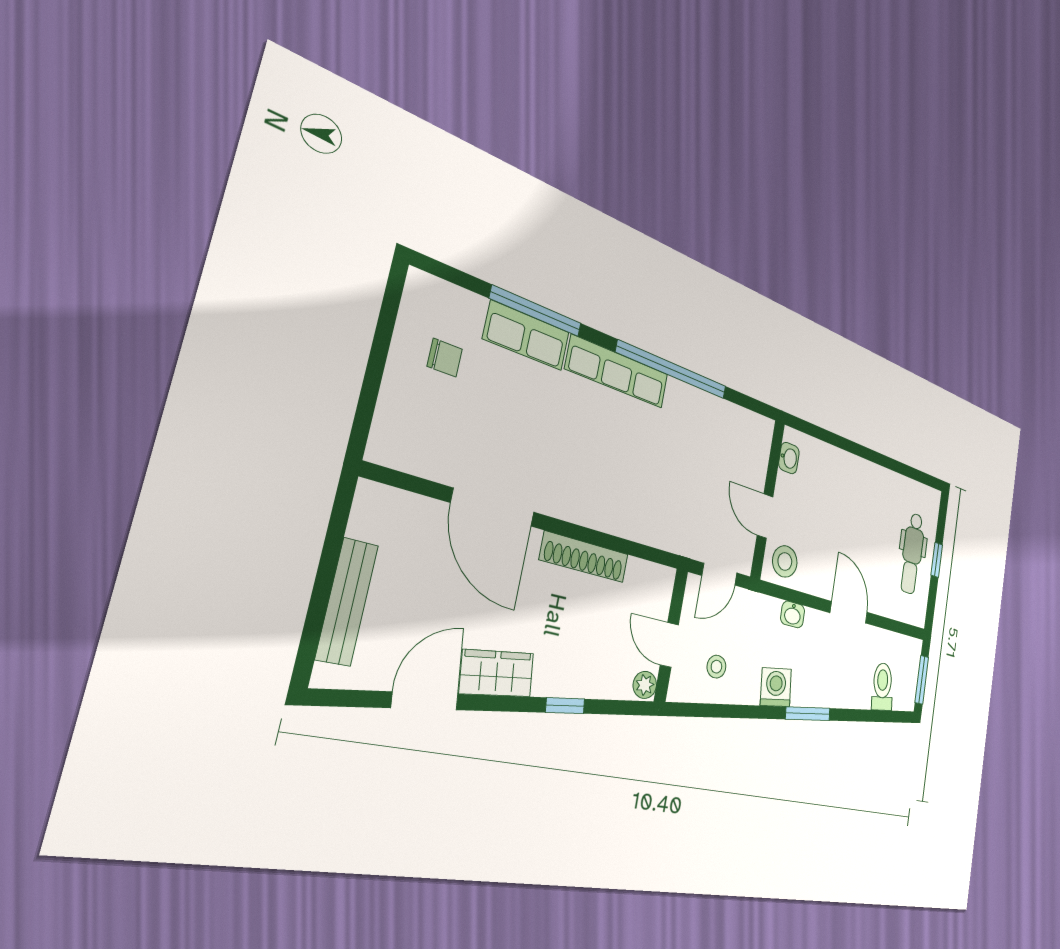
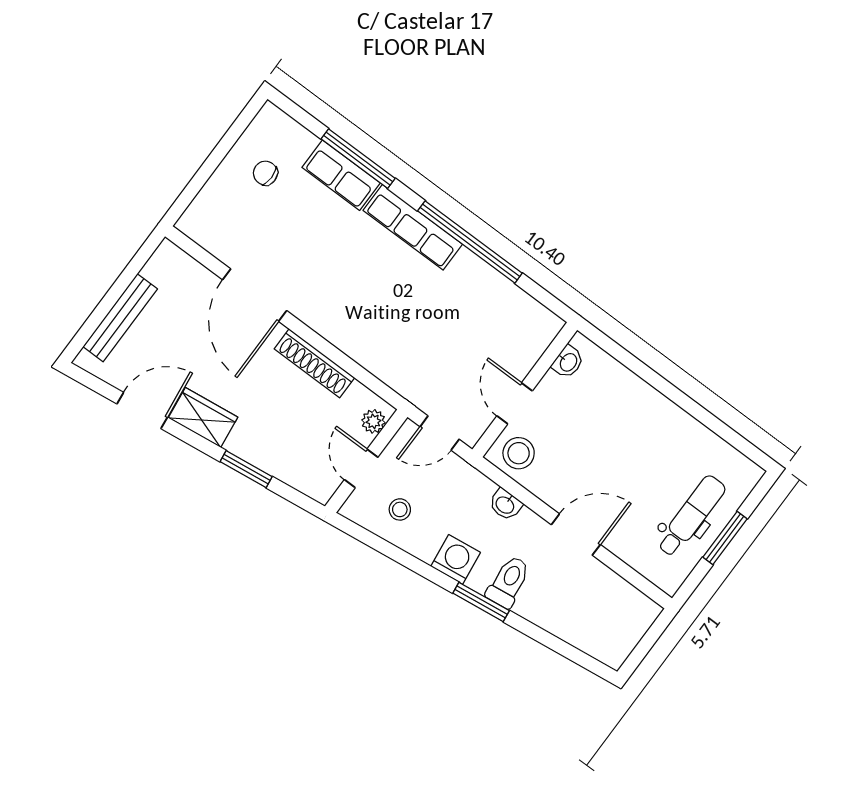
chair: (445, 358) -> (265, 173), turned 180
dental chair: (912, 553) -> (691, 516), turned 180
window: (937, 560) -> (725, 538), width x1.50
door: (849, 612) -> (576, 535), hinge flipped
window: (922, 680) -> (644, 647), removed
plant: (645, 685) -> (373, 421), moved
toilet: (882, 687) -> (508, 582), moved
window: (565, 706) -> (246, 469), width x1.50

